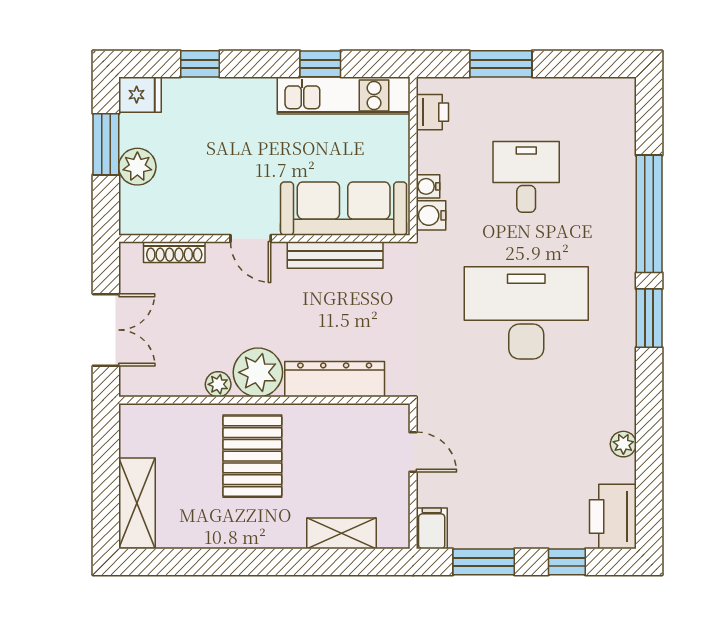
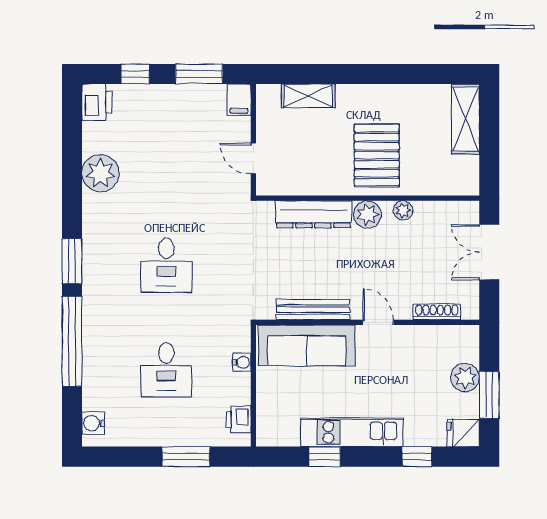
kitchen unit: (344, 95) -> (352, 432), moved
water cooler: (431, 215) -> (93, 423), moved, turned 180
desk: (526, 313) -> (166, 265), width x0.53, depth x0.77
plant: (258, 372) -> (367, 215), width x0.73, depth x0.73
plant: (623, 444) -> (100, 173), width x1.87, depth x1.87
printer: (613, 517) -> (97, 102), width x0.73, depth x0.84

